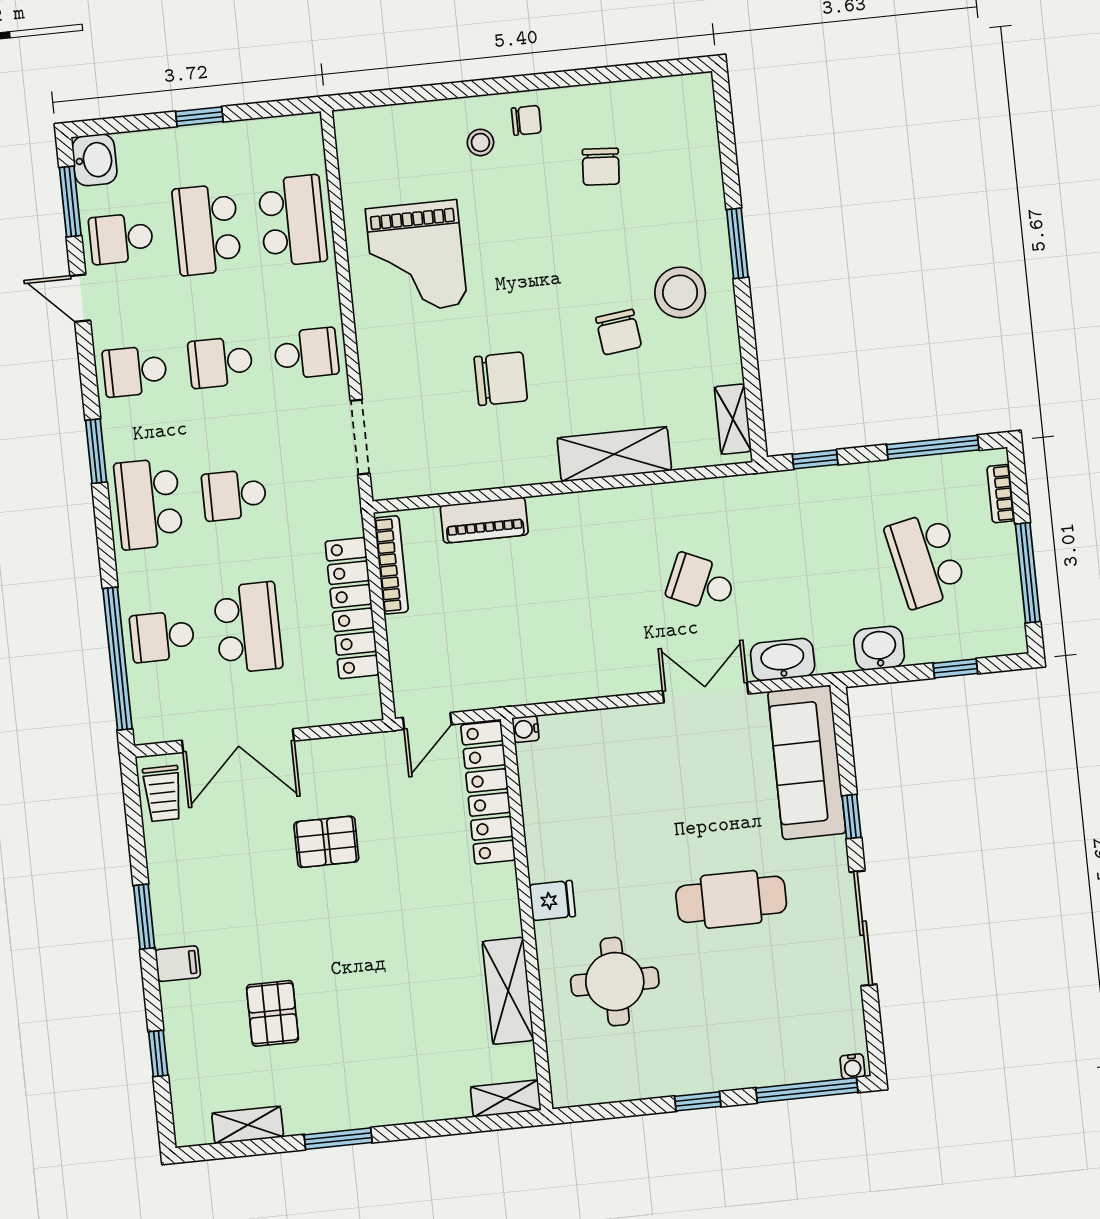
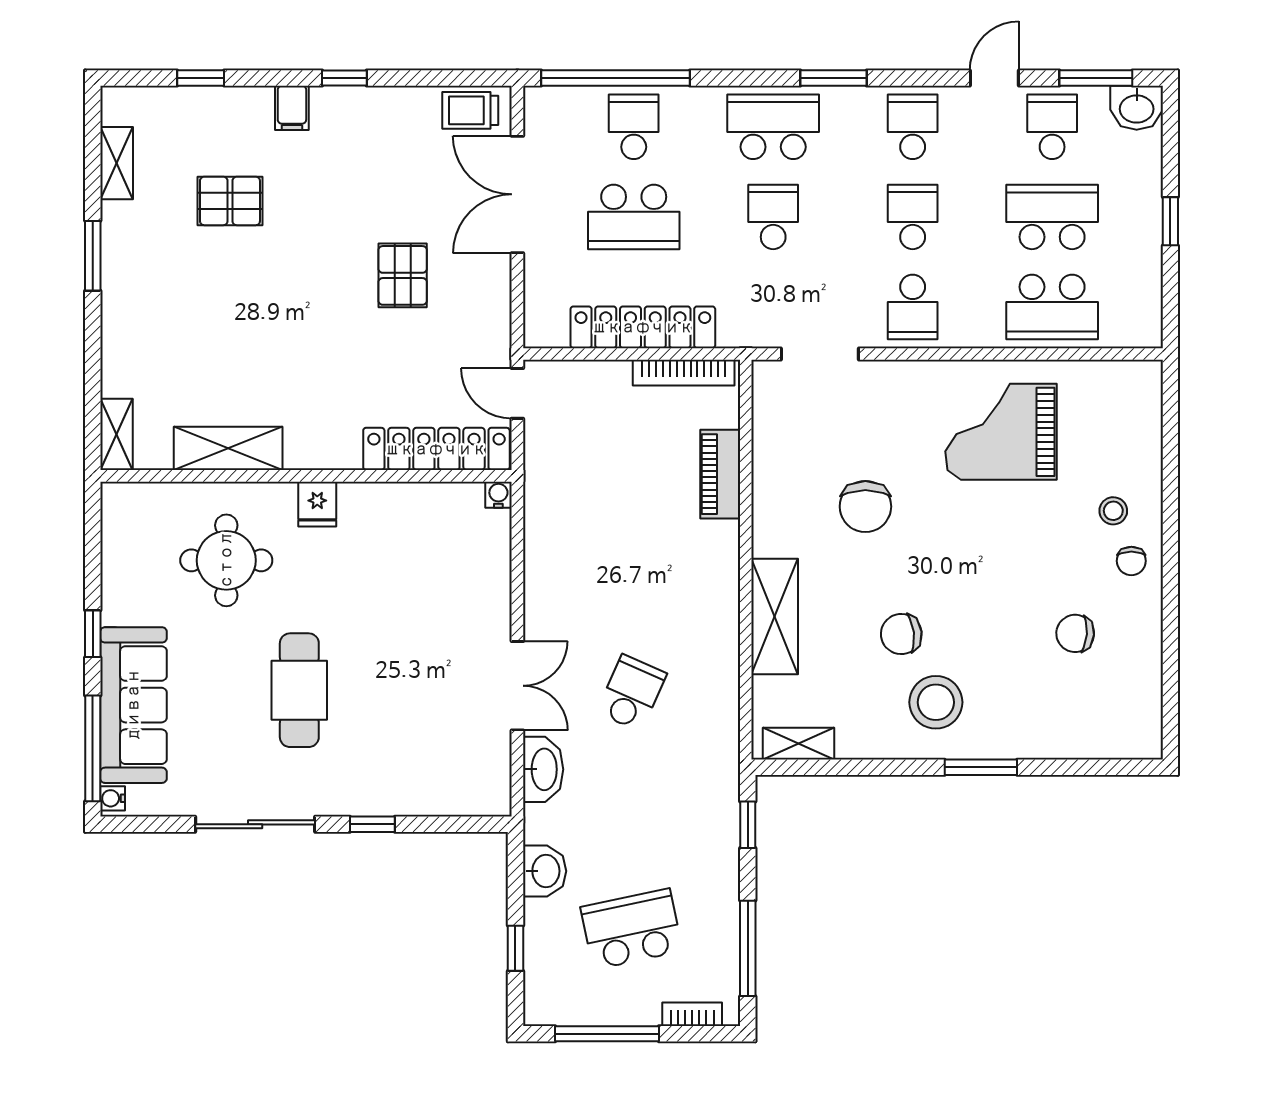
sofa: (807, 762) -> (133, 705), moved, turned 90
window: (144, 917) -> (344, 78), width x0.67

